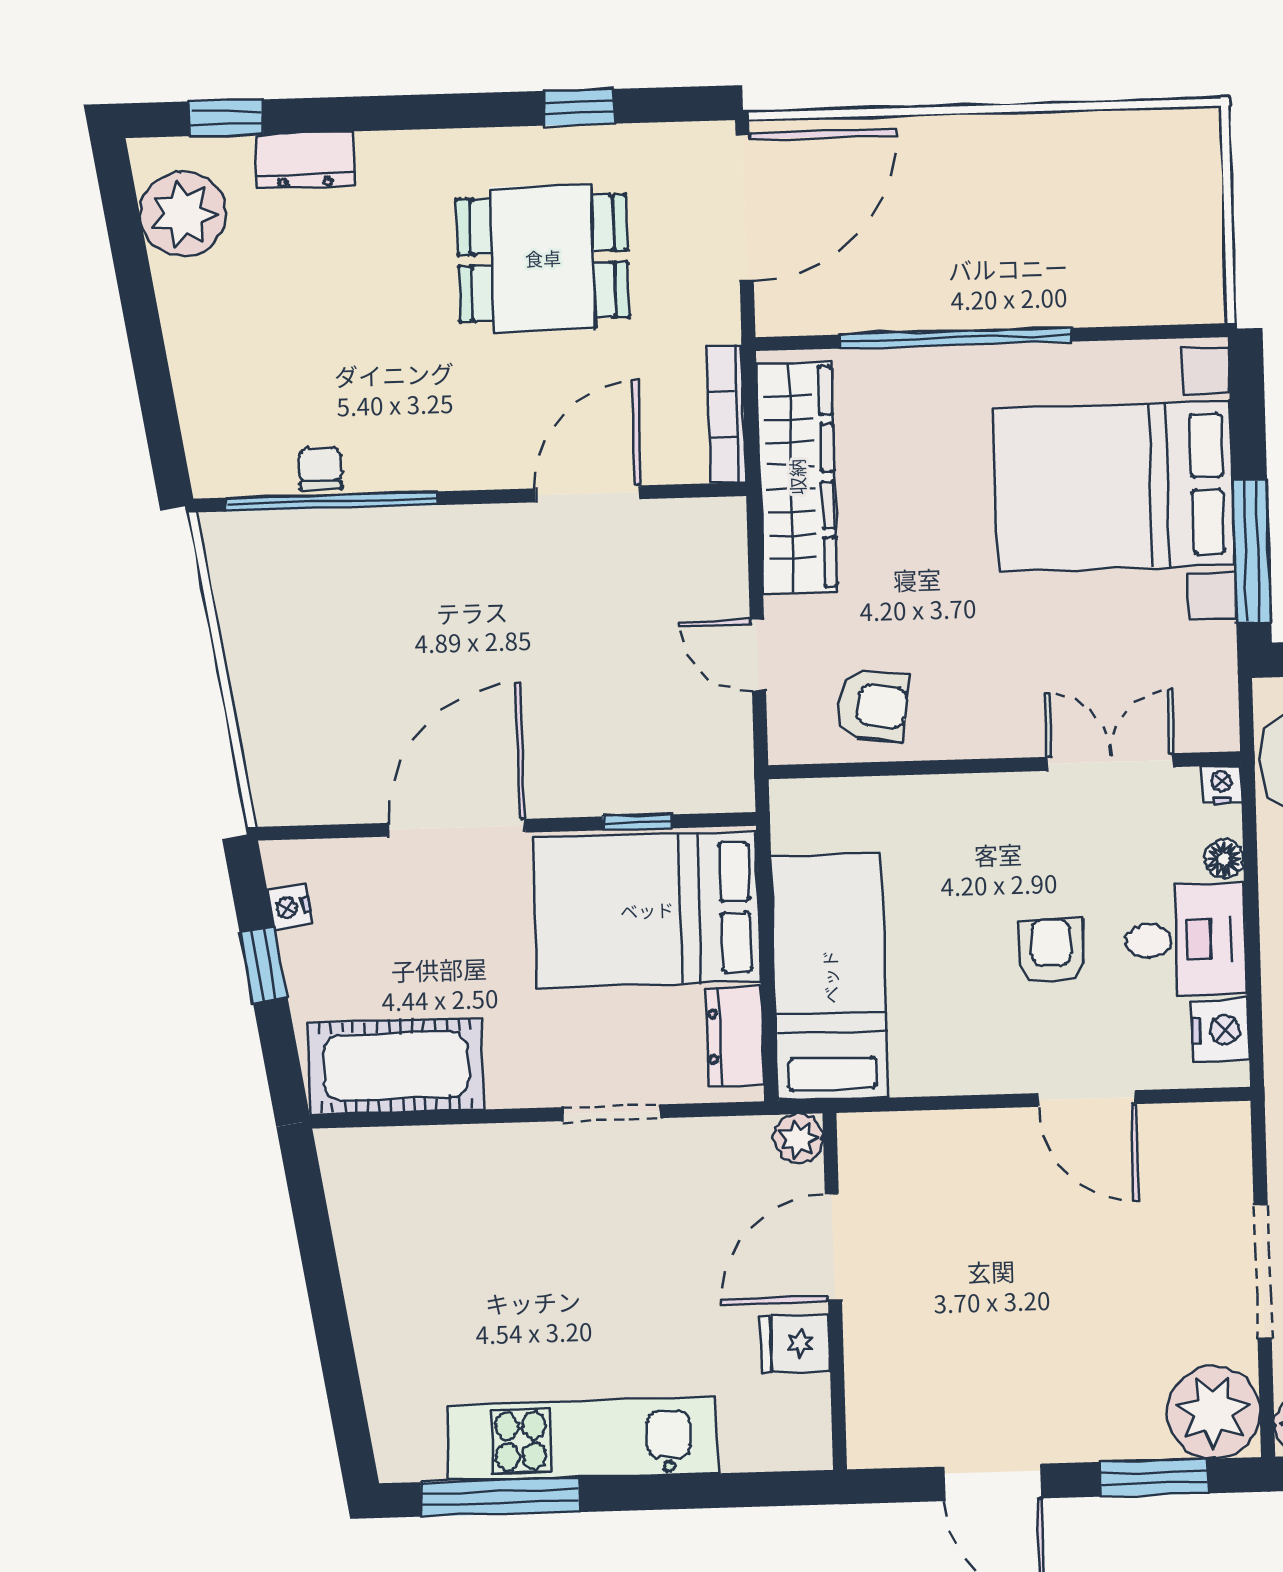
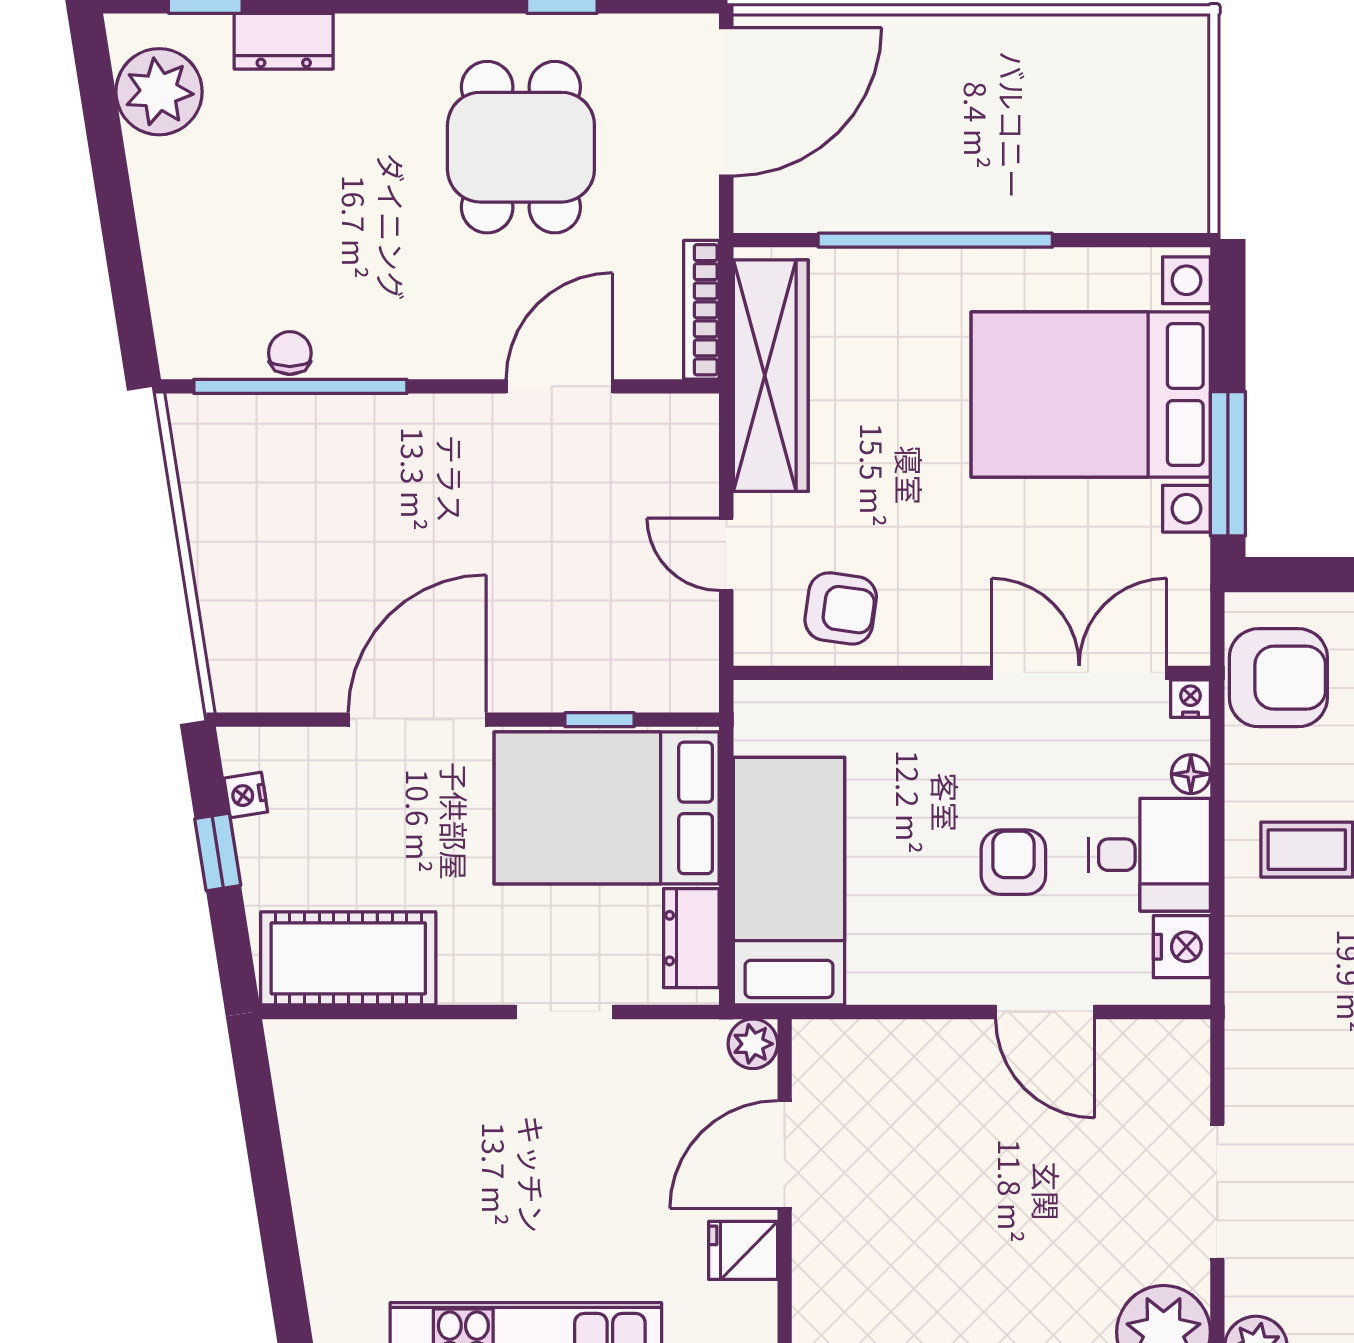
dining table: (543, 258) -> (521, 147), turned 90
double door: (1111, 762) -> (1079, 673), width x1.37

